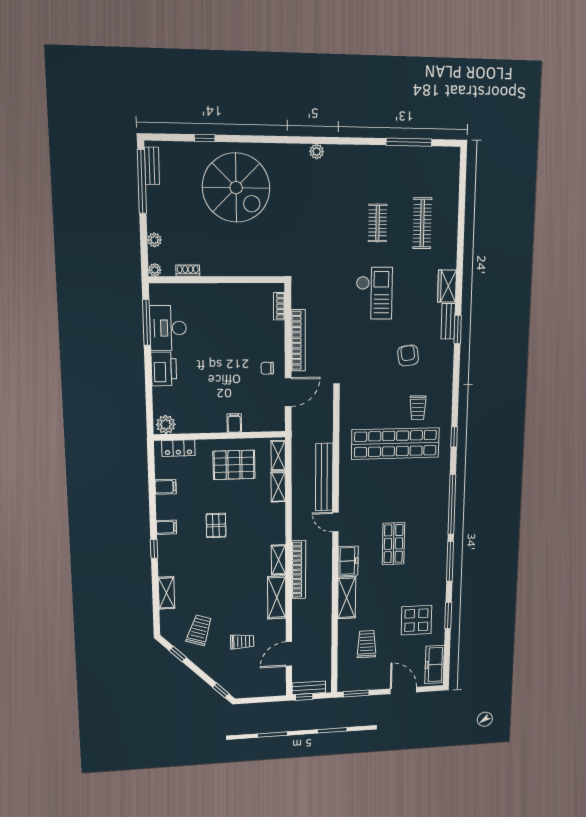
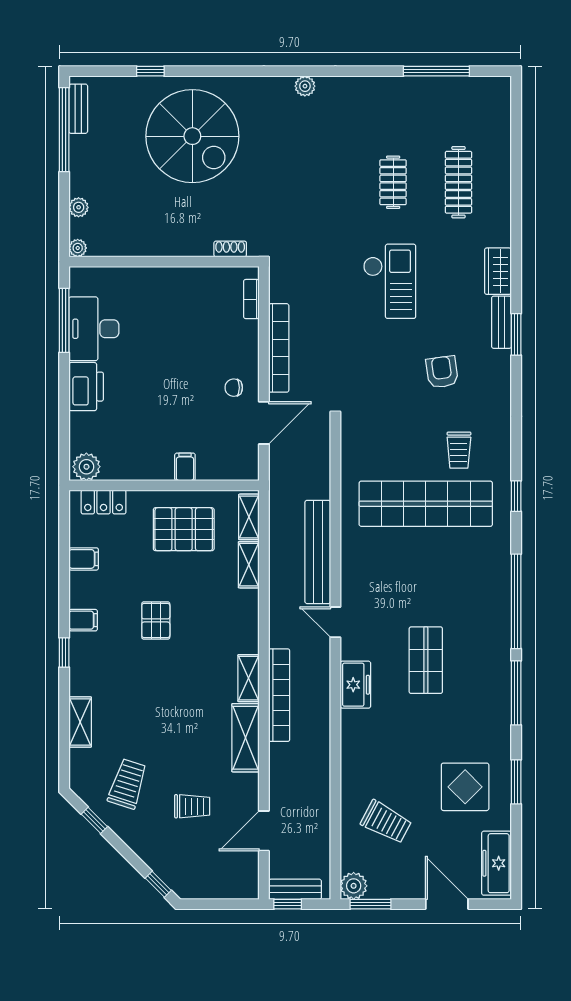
shoe rack: (188, 271) -> (230, 249), moved
shelving: (347, 598) -> (354, 744), removed
trolley: (367, 644) -> (386, 822), turned 118
plant: (346, 683) -> (354, 886), added

